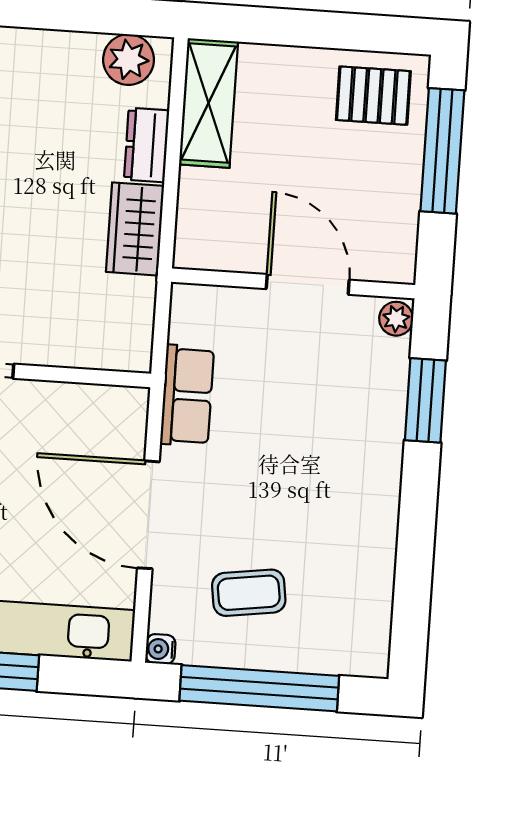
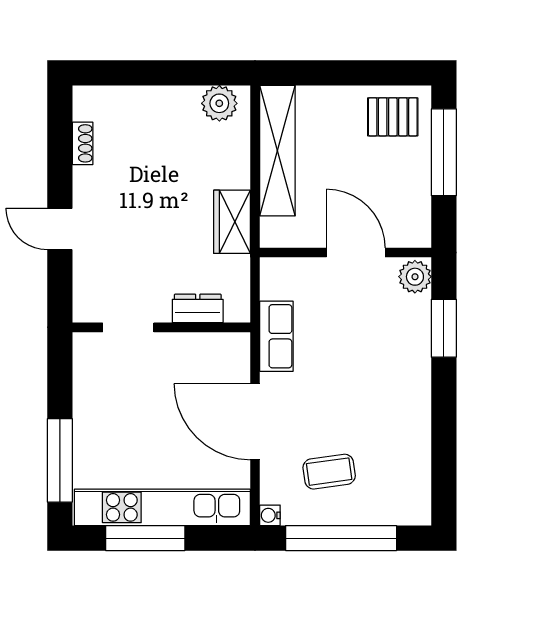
shelving: (208, 103) -> (277, 151), width x1.47
dresser: (147, 145) -> (198, 308), moved, turned 90
plant: (396, 319) -> (415, 277), width x1.38, depth x1.38

